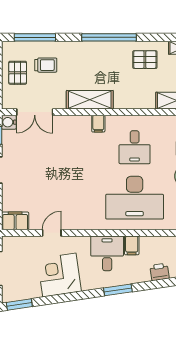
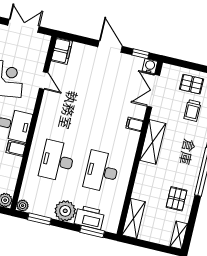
filing cabinet: (98, 124) -> (135, 124), moved
desk: (135, 147) -> (102, 171), width x1.37
desk: (135, 198) -> (57, 161), width x0.73, depth x0.77

